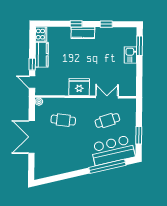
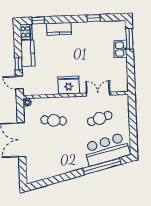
window: (76, 24) -> (38, 20), moved
kitchen counter: (83, 33) -> (59, 29), moved
window: (139, 135) -> (133, 132), removed

